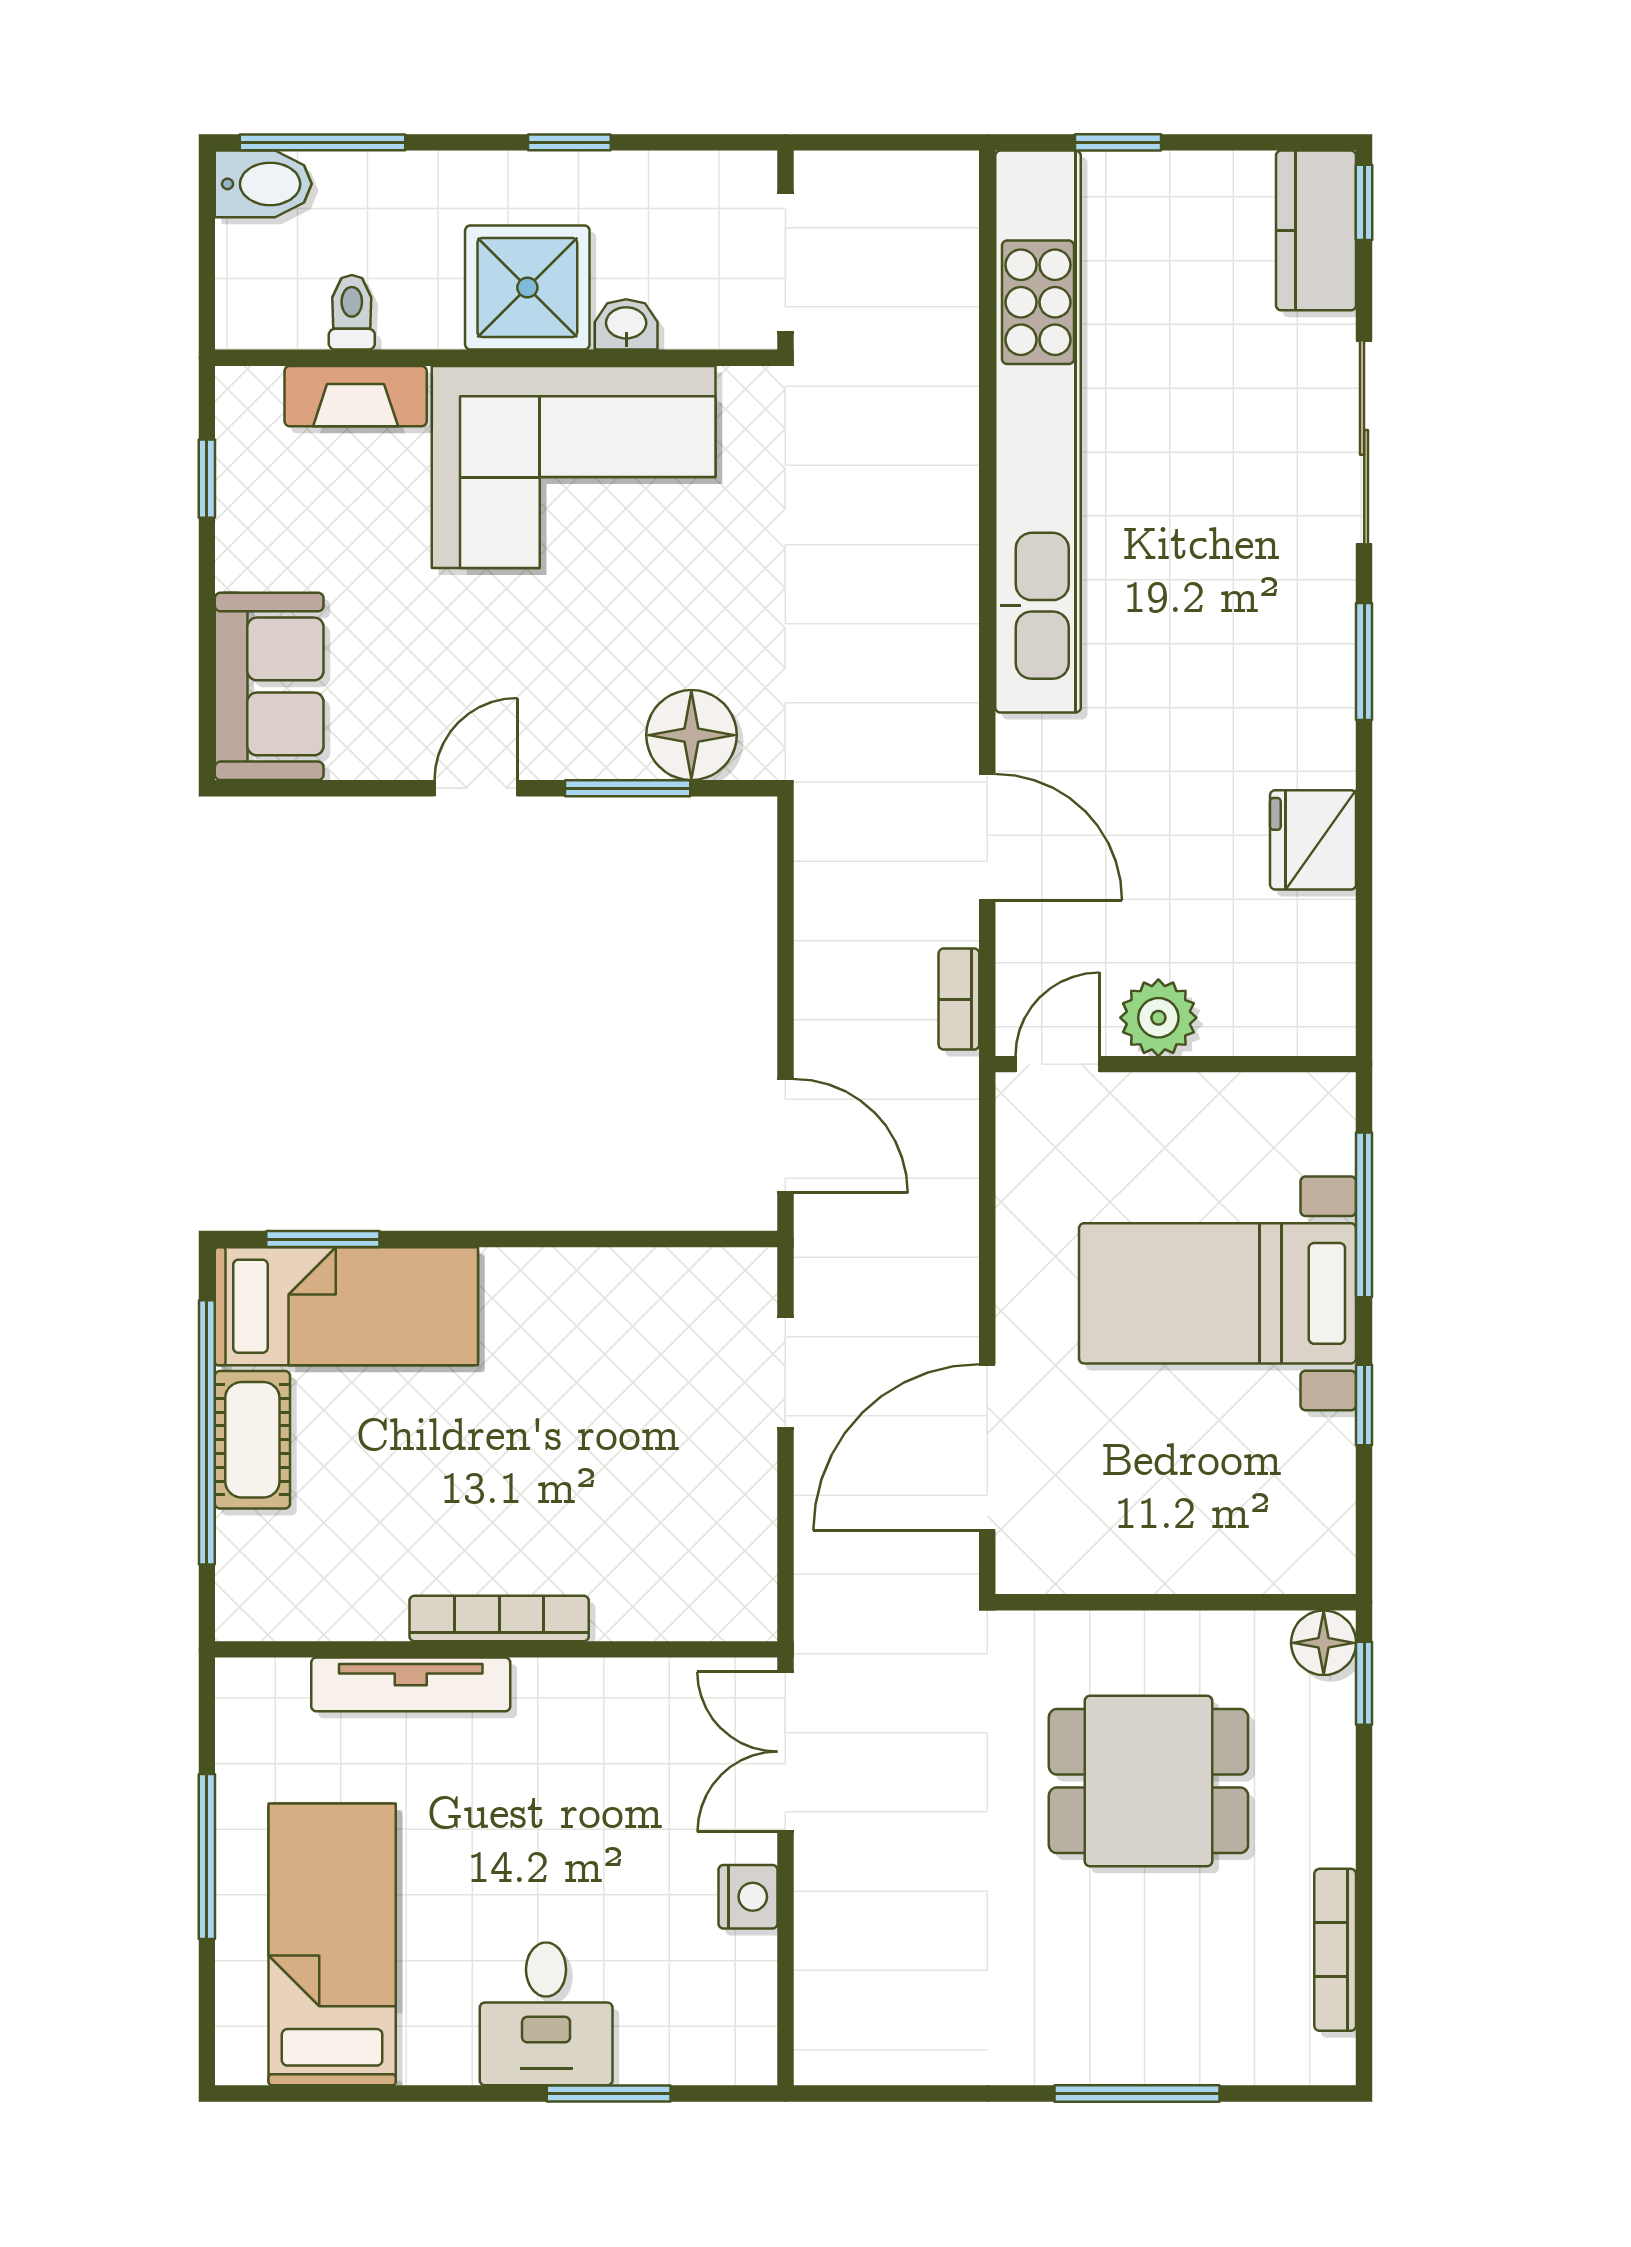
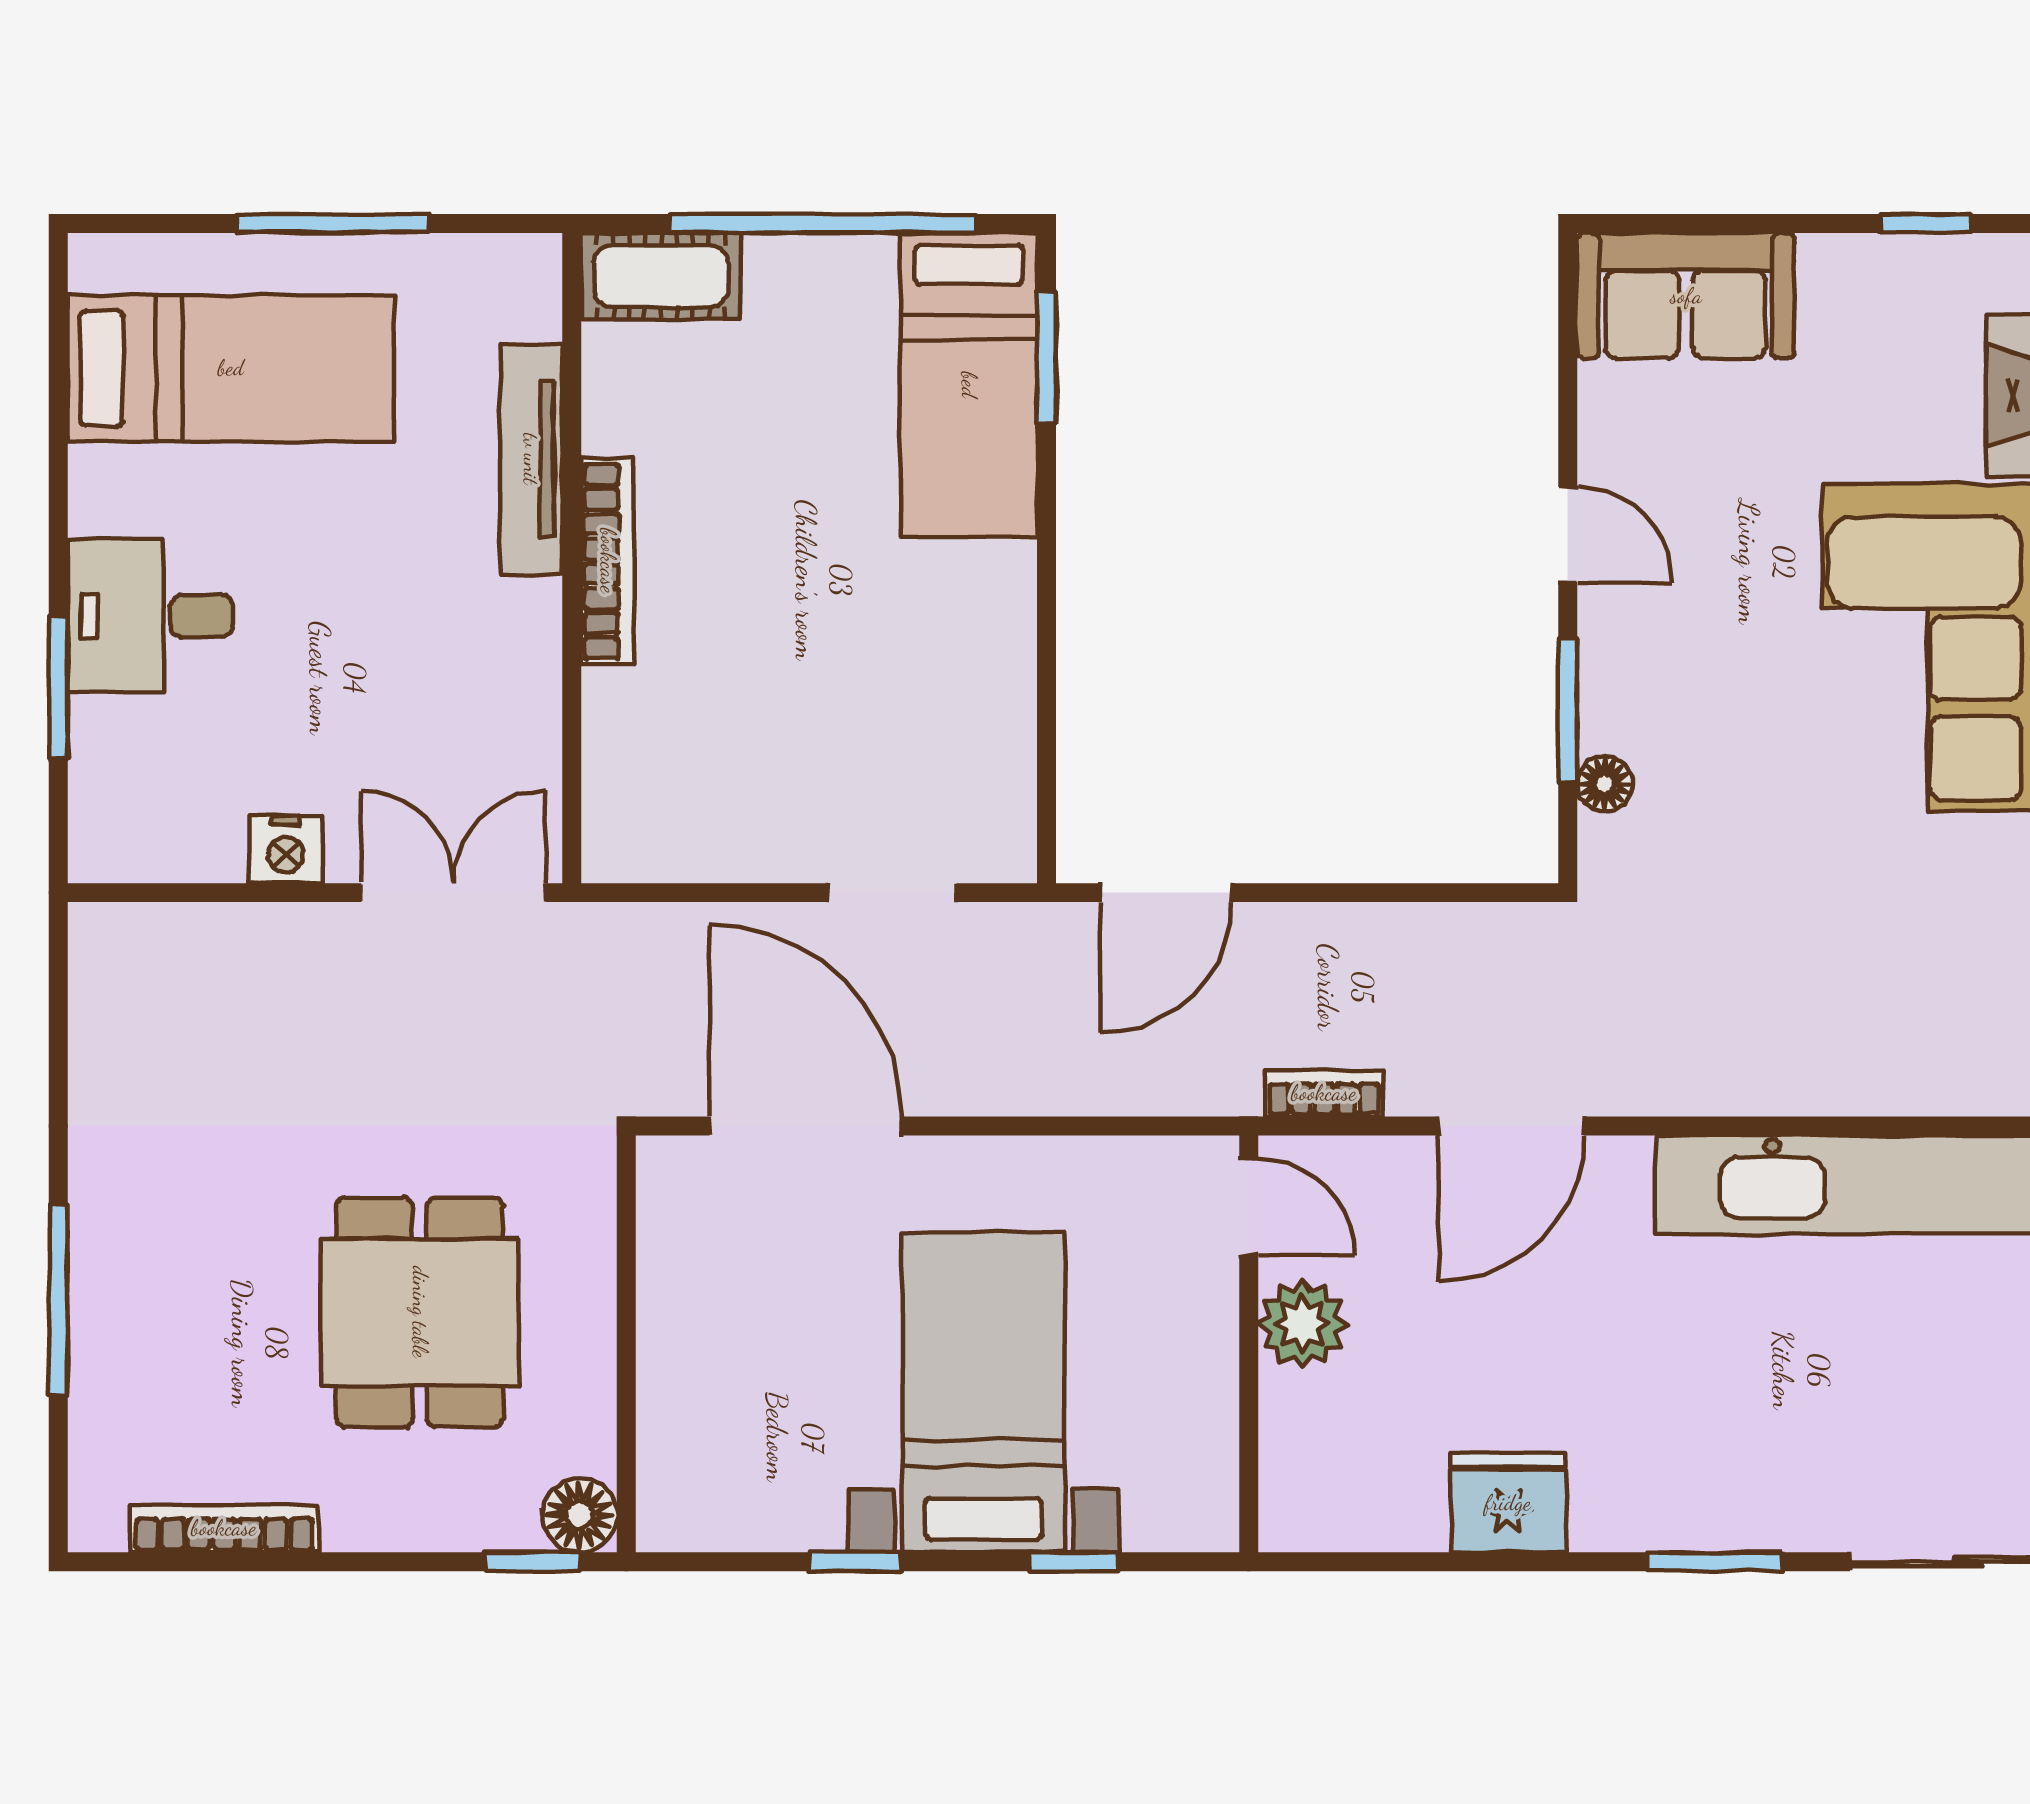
floor lamp: (691, 735) -> (1605, 784), width x0.53, depth x0.53
window: (1364, 1215) -> (1074, 1562), width x0.46
cot: (252, 1440) -> (661, 276), moved

